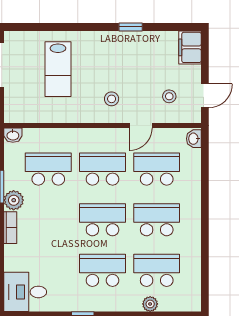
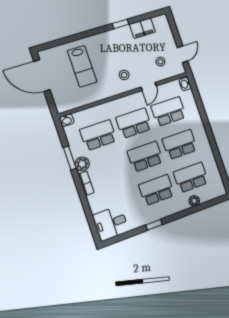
filing cabinet: (190, 47) -> (142, 28), moved, turned -90

